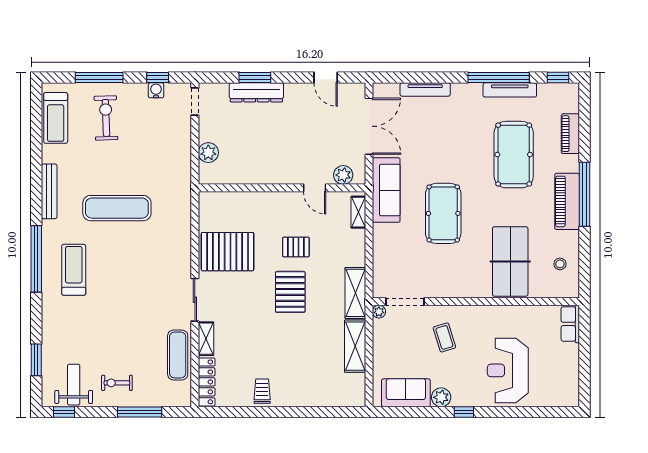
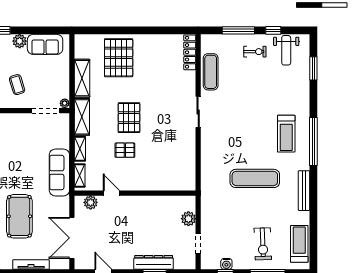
doorway: (195, 101) -> (198, 244), moved
sofa: (386, 190) -> (59, 173), moved
pool table: (443, 213) -> (19, 216), moved
pallet: (228, 252) -> (119, 58), moved, turned 90
shelving: (206, 339) -> (80, 149), moved
trolley: (262, 391) -> (149, 46), removed
window: (64, 412) -> (273, 30), moved

